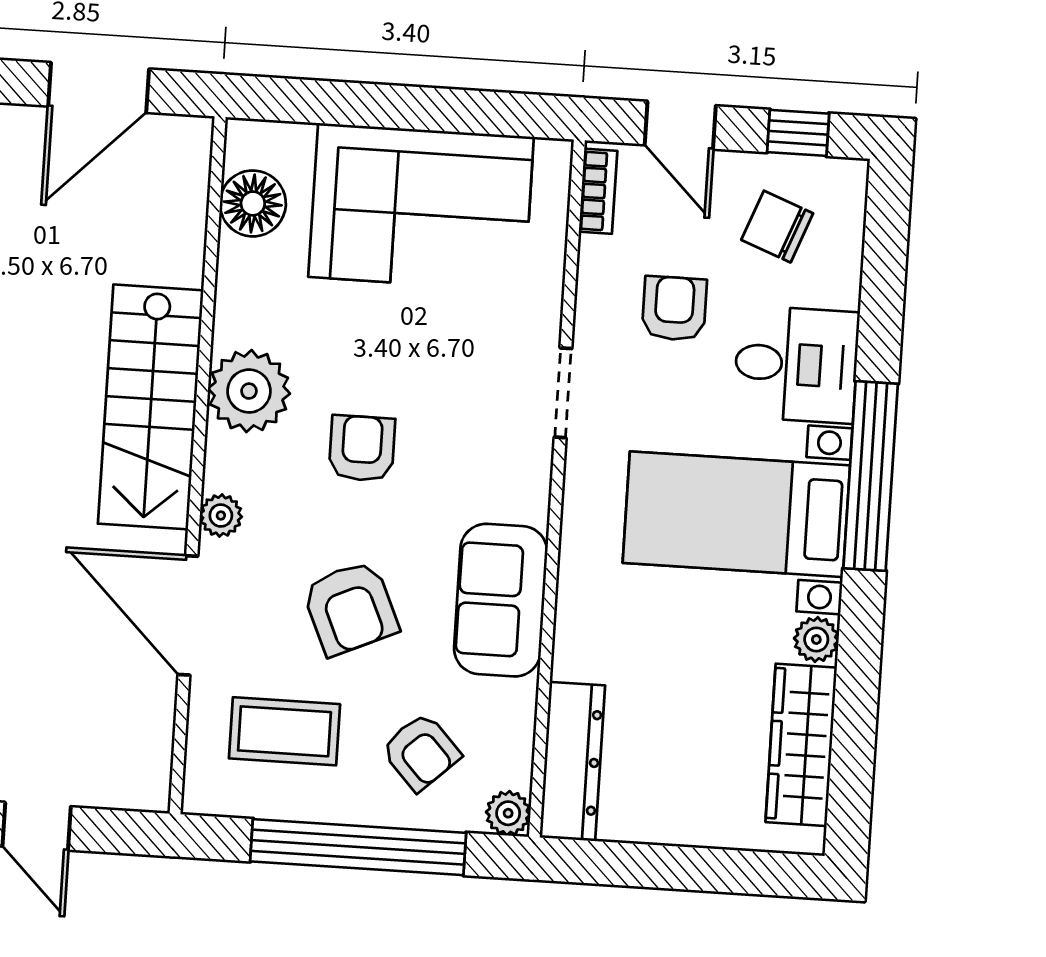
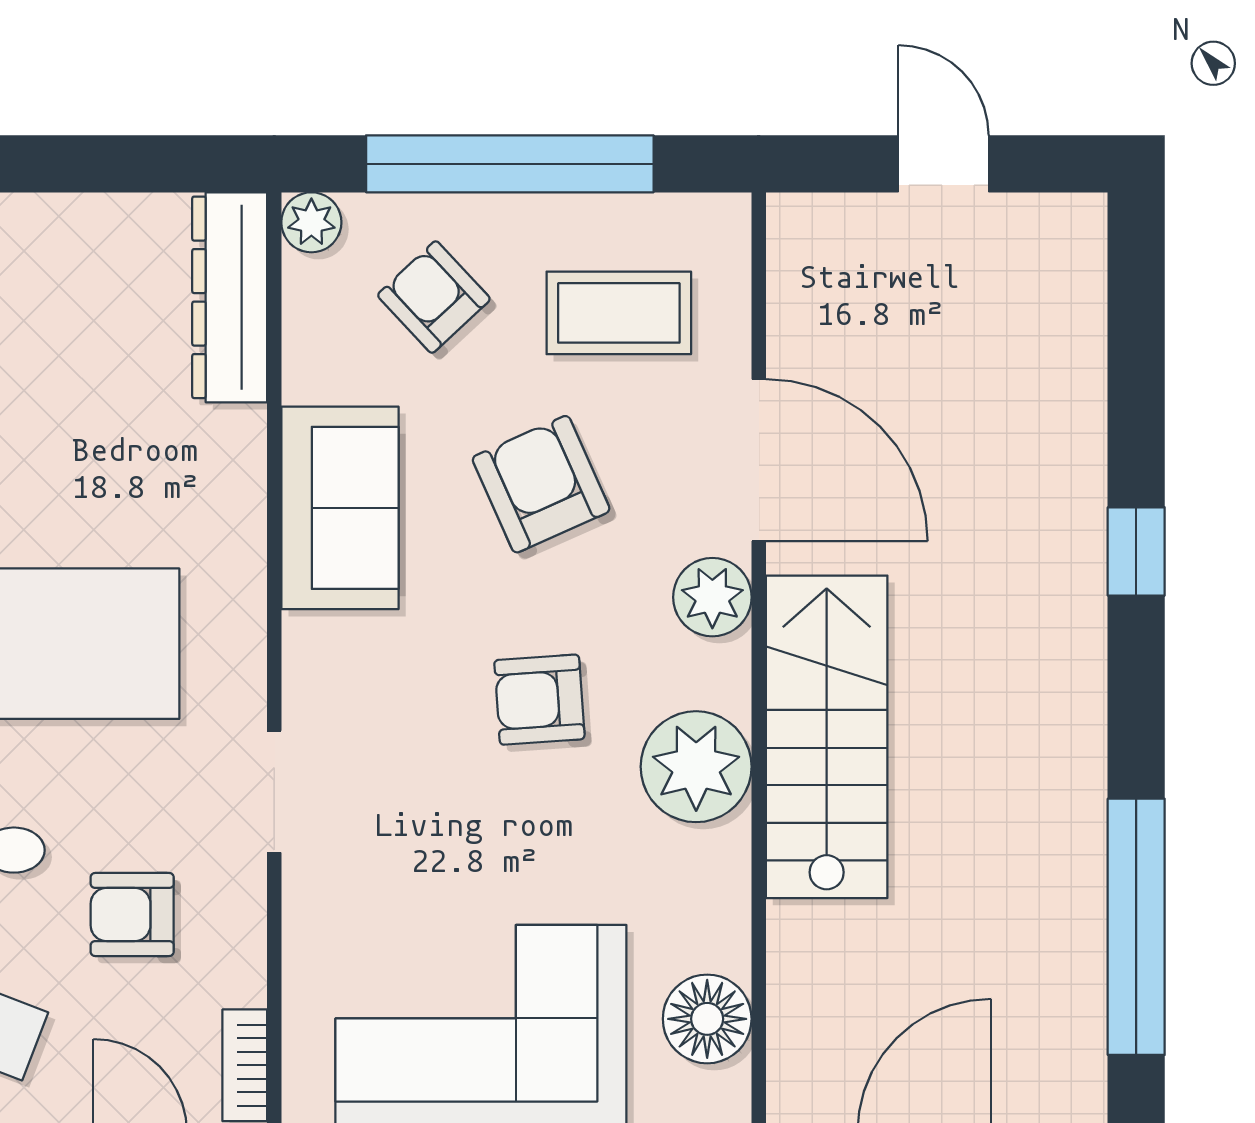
armchair: (674, 308) -> (132, 914), turned 90
armchair: (362, 448) -> (539, 700), turned 86
plant: (221, 516) -> (712, 597), width x1.38, depth x1.38

